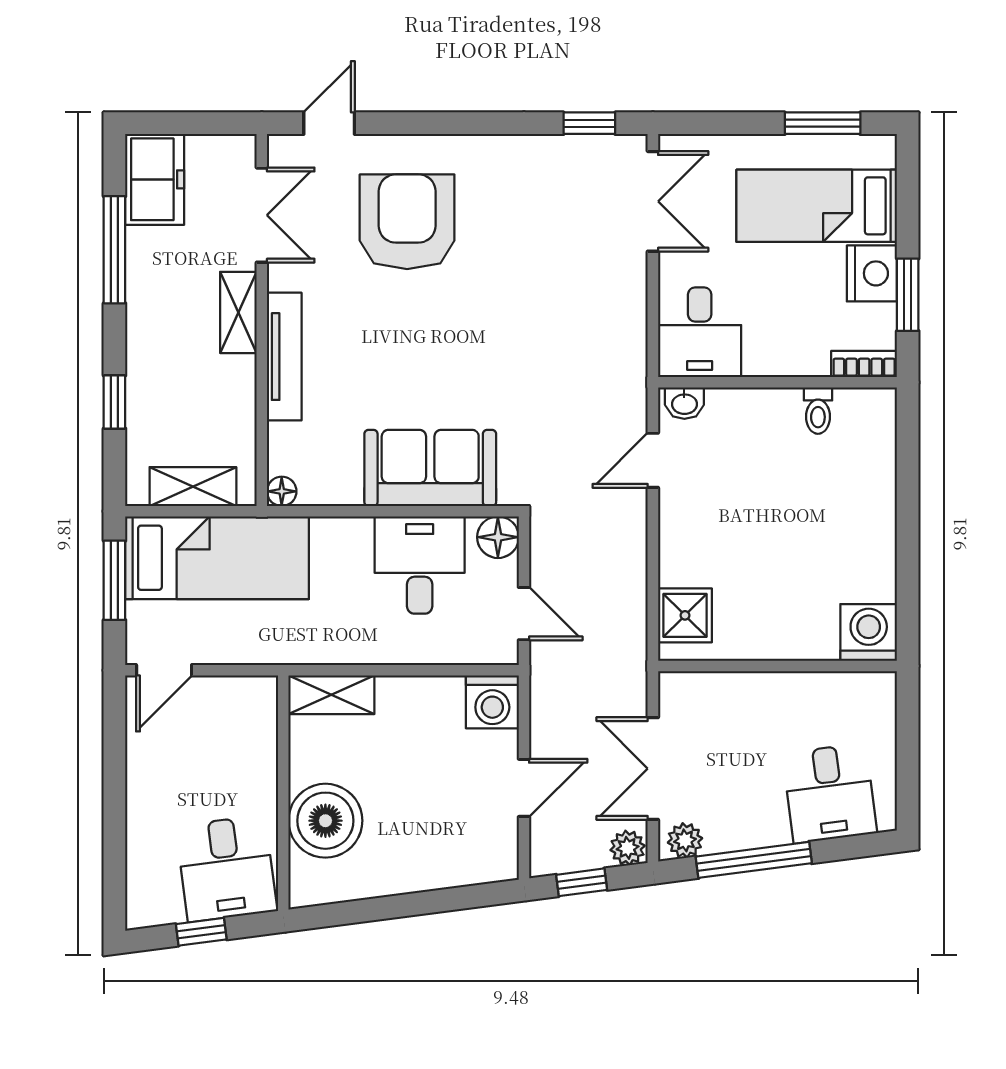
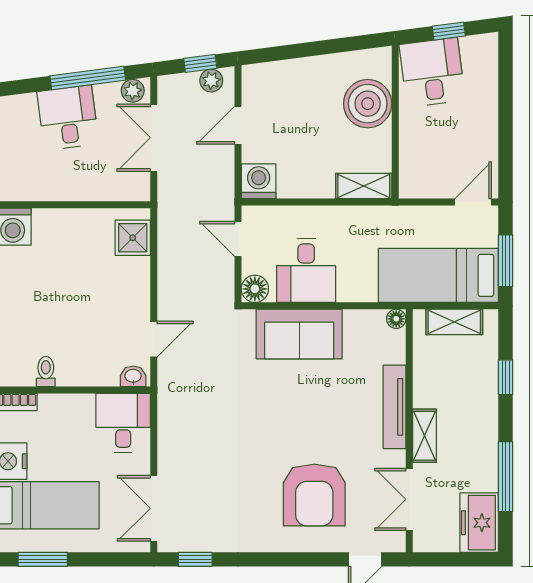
double door: (653, 769) -> (154, 138), swing flipped
desk: (830, 793) -> (68, 118), moved
plant: (628, 848) -> (211, 81), moved

